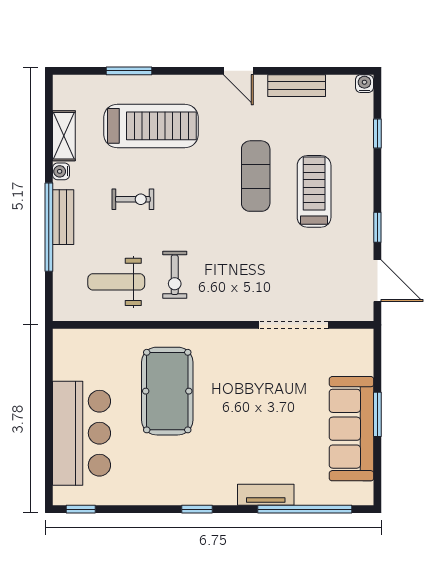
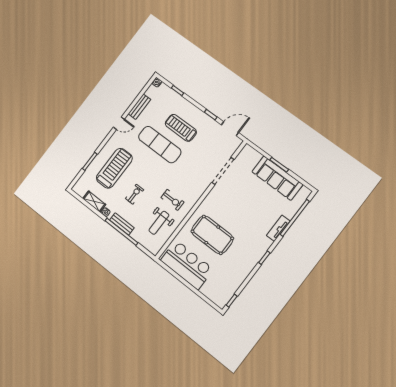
exercise mat: (256, 176) -> (160, 145), width x1.36, depth x1.45
bar counter: (81, 433) -> (187, 265), moved

